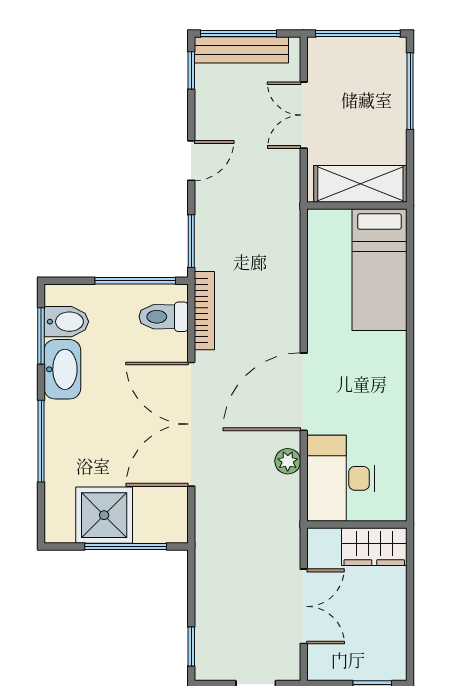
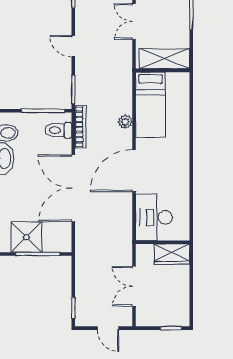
door: (191, 161) -> (73, 46), swing flipped
bed: (379, 270) -> (150, 105), moved
plant: (288, 461) -> (125, 122), moved
double door: (304, 606) -> (134, 286), swing flipped

